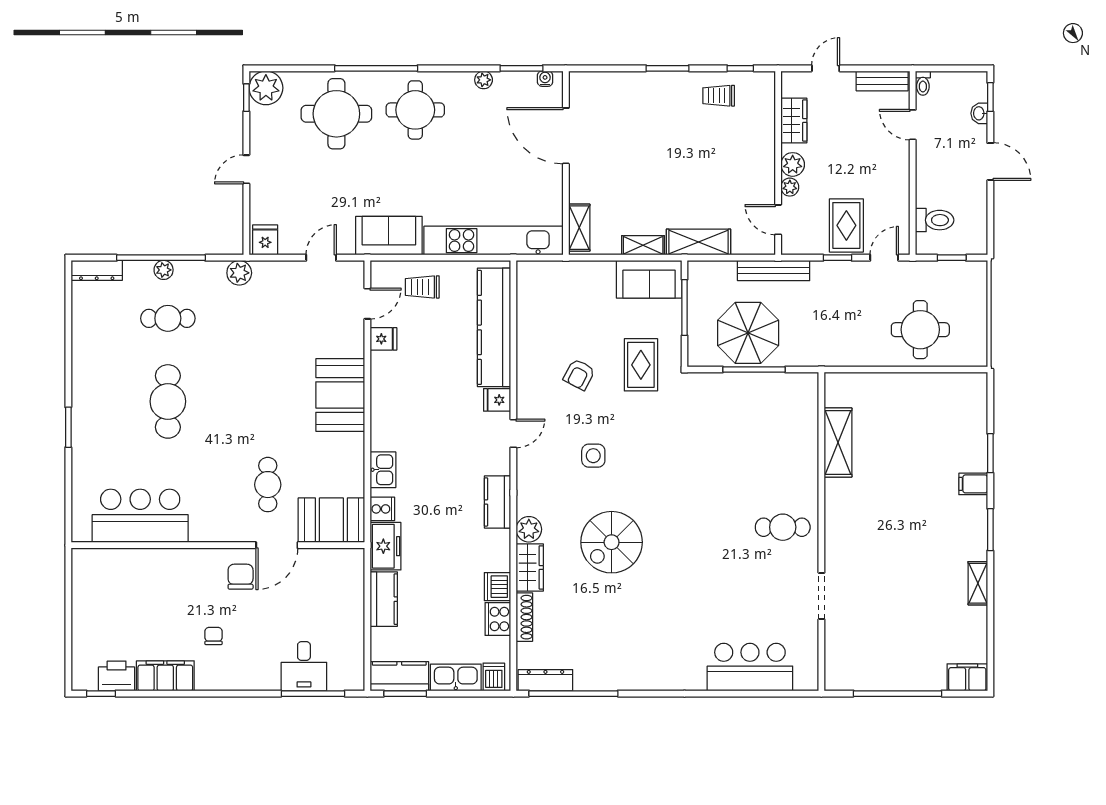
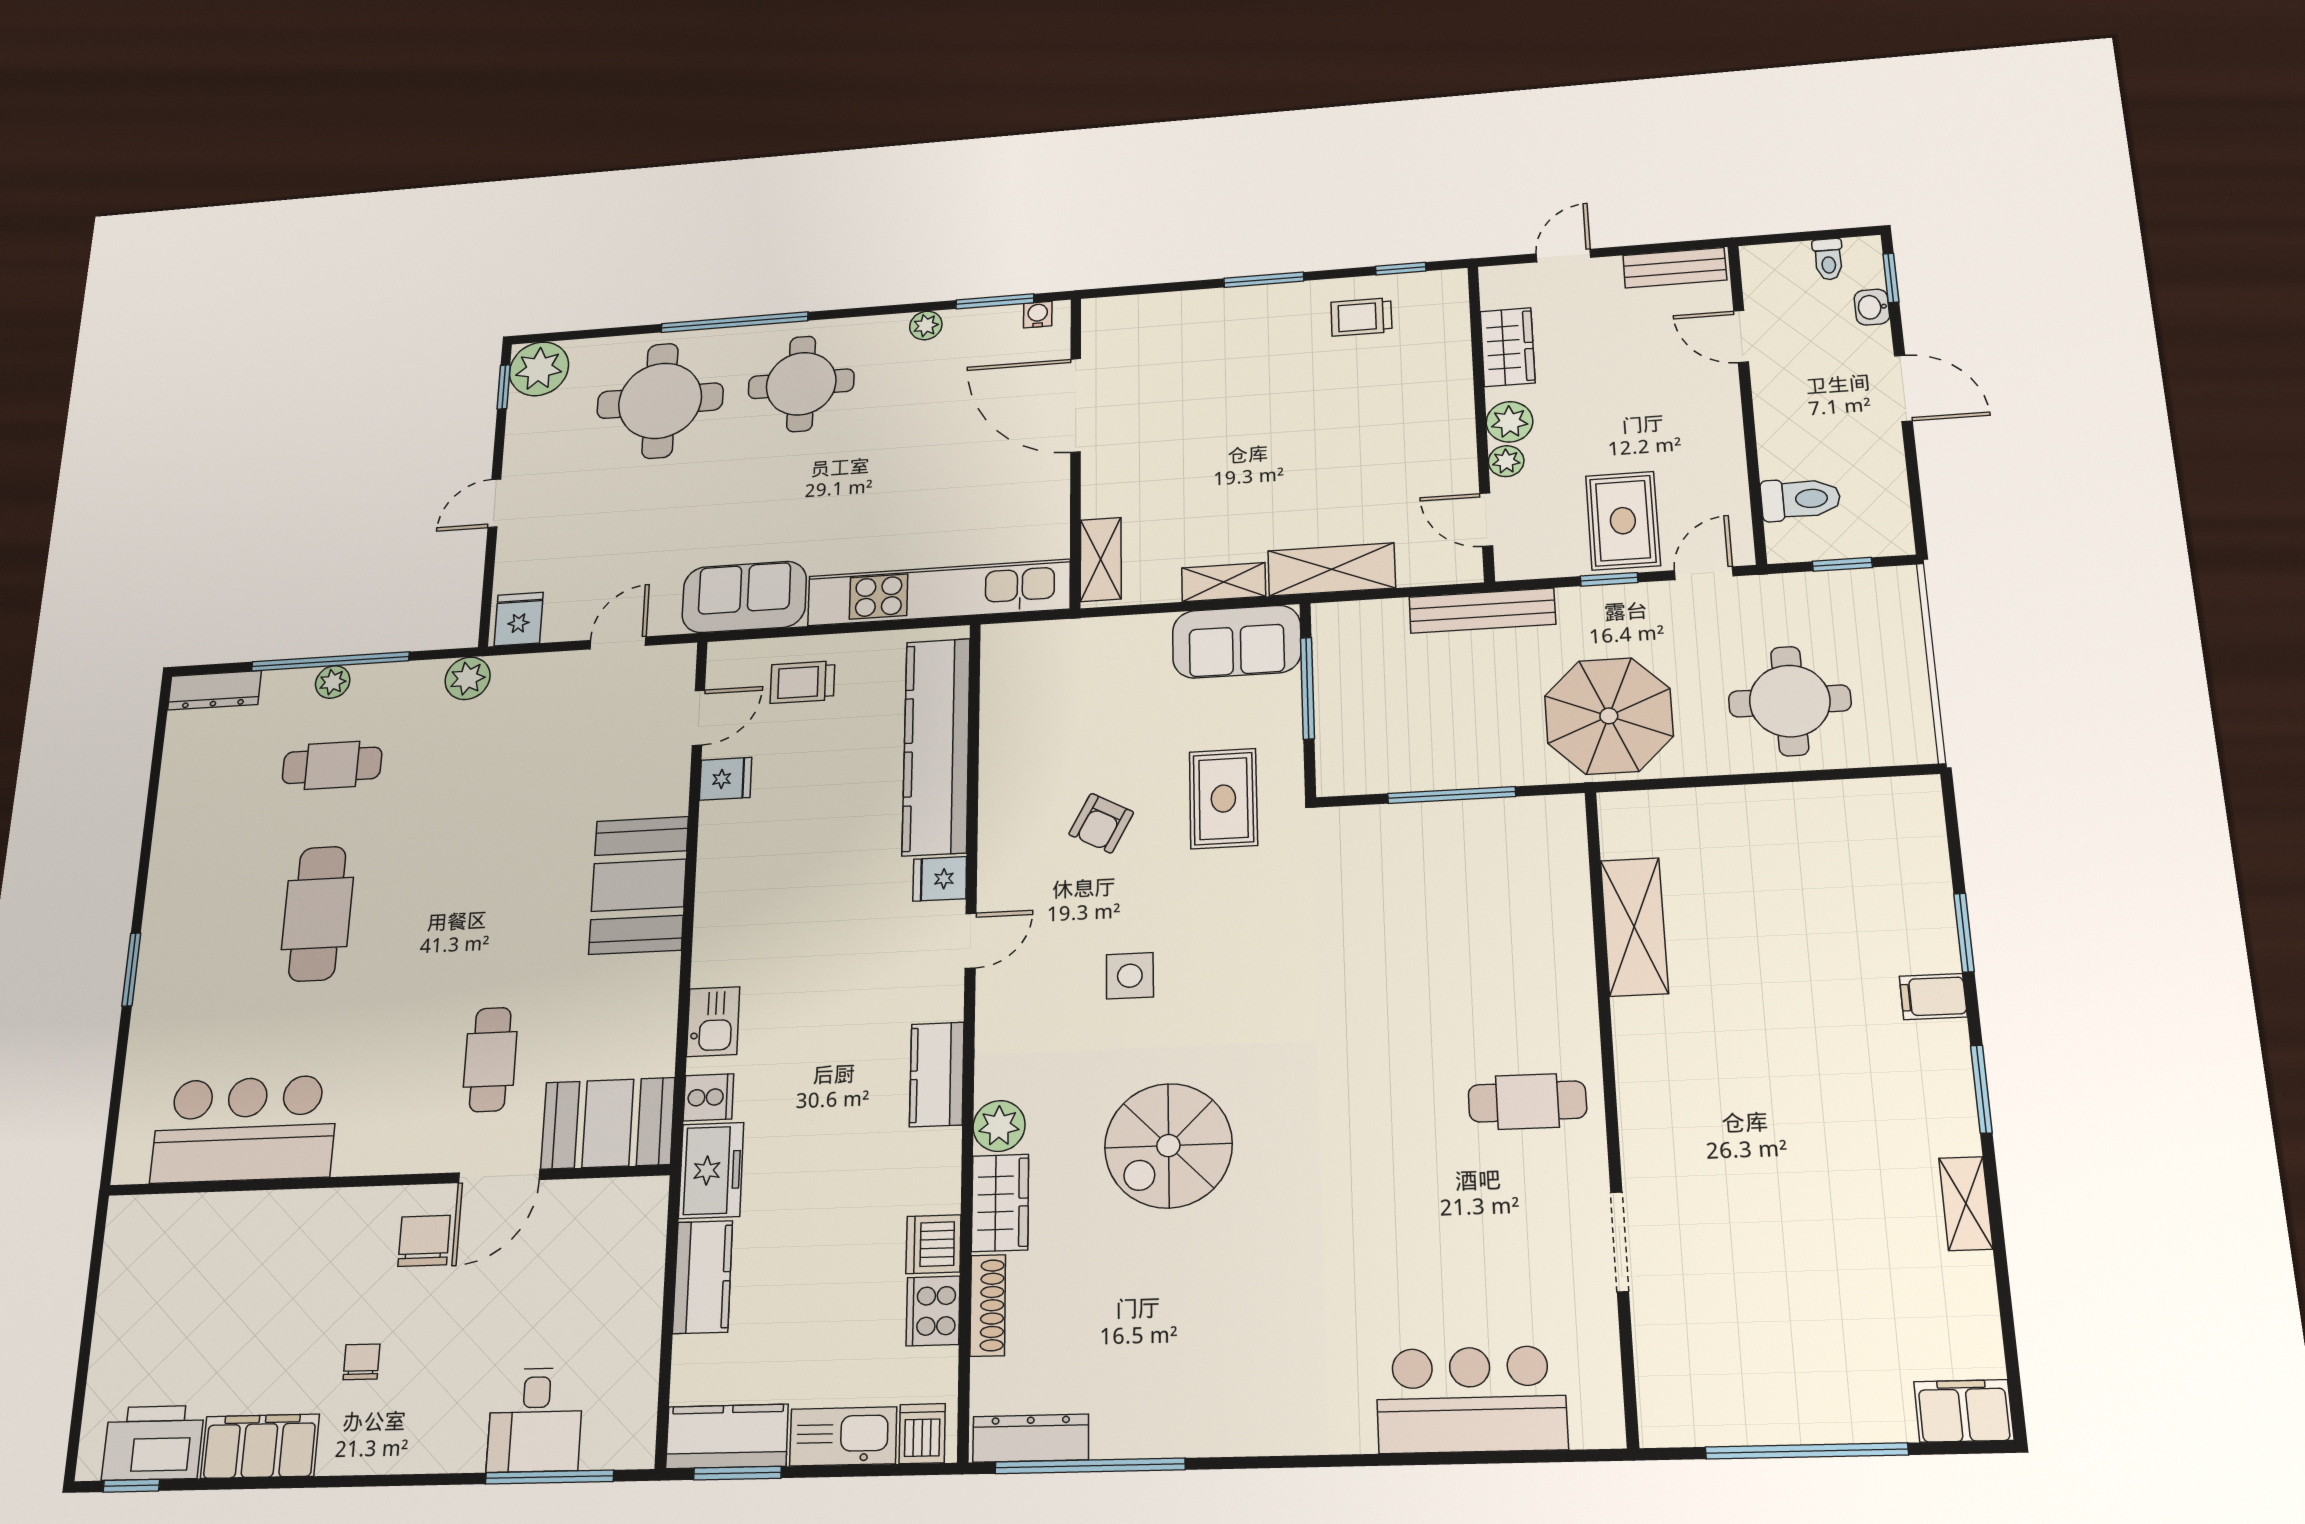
toilet: (923, 83) -> (1828, 259), moved
parasol: (748, 333) -> (1609, 716), moved
printer: (117, 676) -> (153, 1443), width x1.37, depth x1.19

